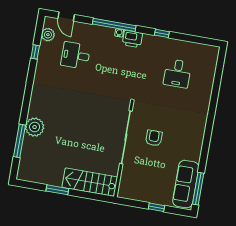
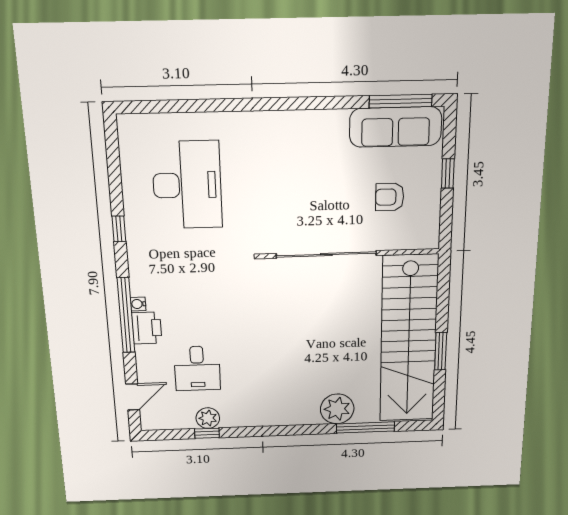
plant: (48, 35) -> (208, 418), moved
printer: (132, 39) -> (147, 328), moved
desk: (177, 73) -> (187, 185), width x1.87, depth x1.30
armchair: (154, 138) -> (390, 197), moved
stairs: (90, 182) -> (409, 340), width x1.86, depth x1.51

